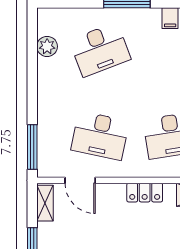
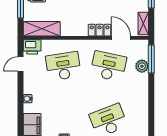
plant: (47, 46) -> (142, 66), moved
locker: (145, 193) -> (100, 30), moved

